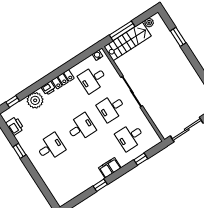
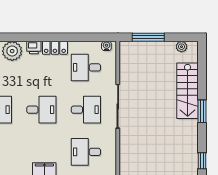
window: (178, 37) -> (202, 111), moved
stairs: (128, 41) -> (188, 91), moved, turned 90
desk: (111, 108) -> (86, 110), turned 180

